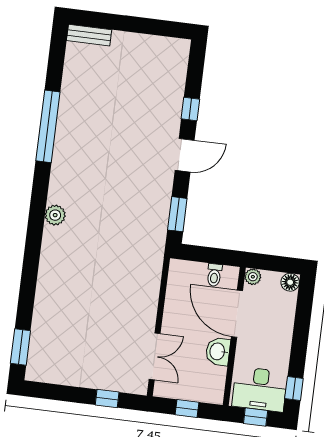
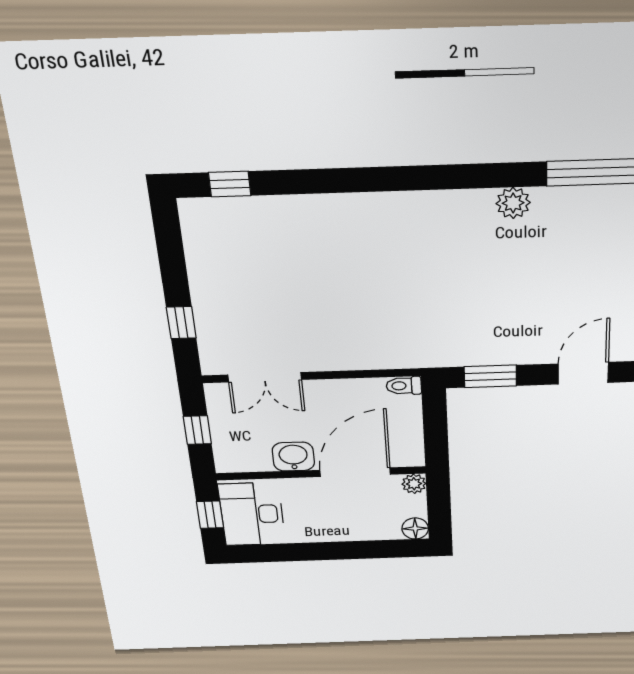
door: (185, 155) -> (583, 373), swing flipped
plant: (55, 215) -> (513, 203), moved
toilet: (214, 275) -> (404, 386), moved
window: (20, 347) -> (230, 184), width x0.67
window: (294, 389) -> (264, 553), removed

